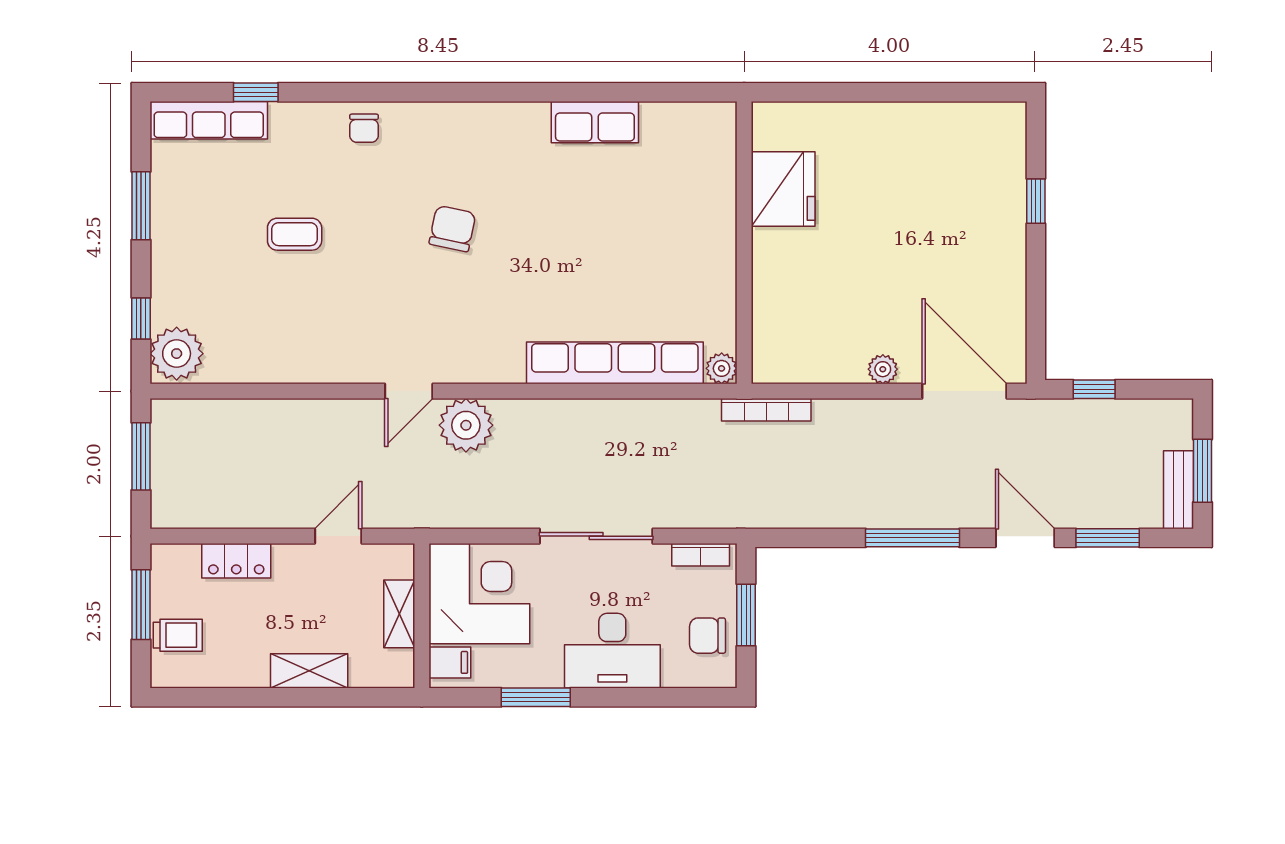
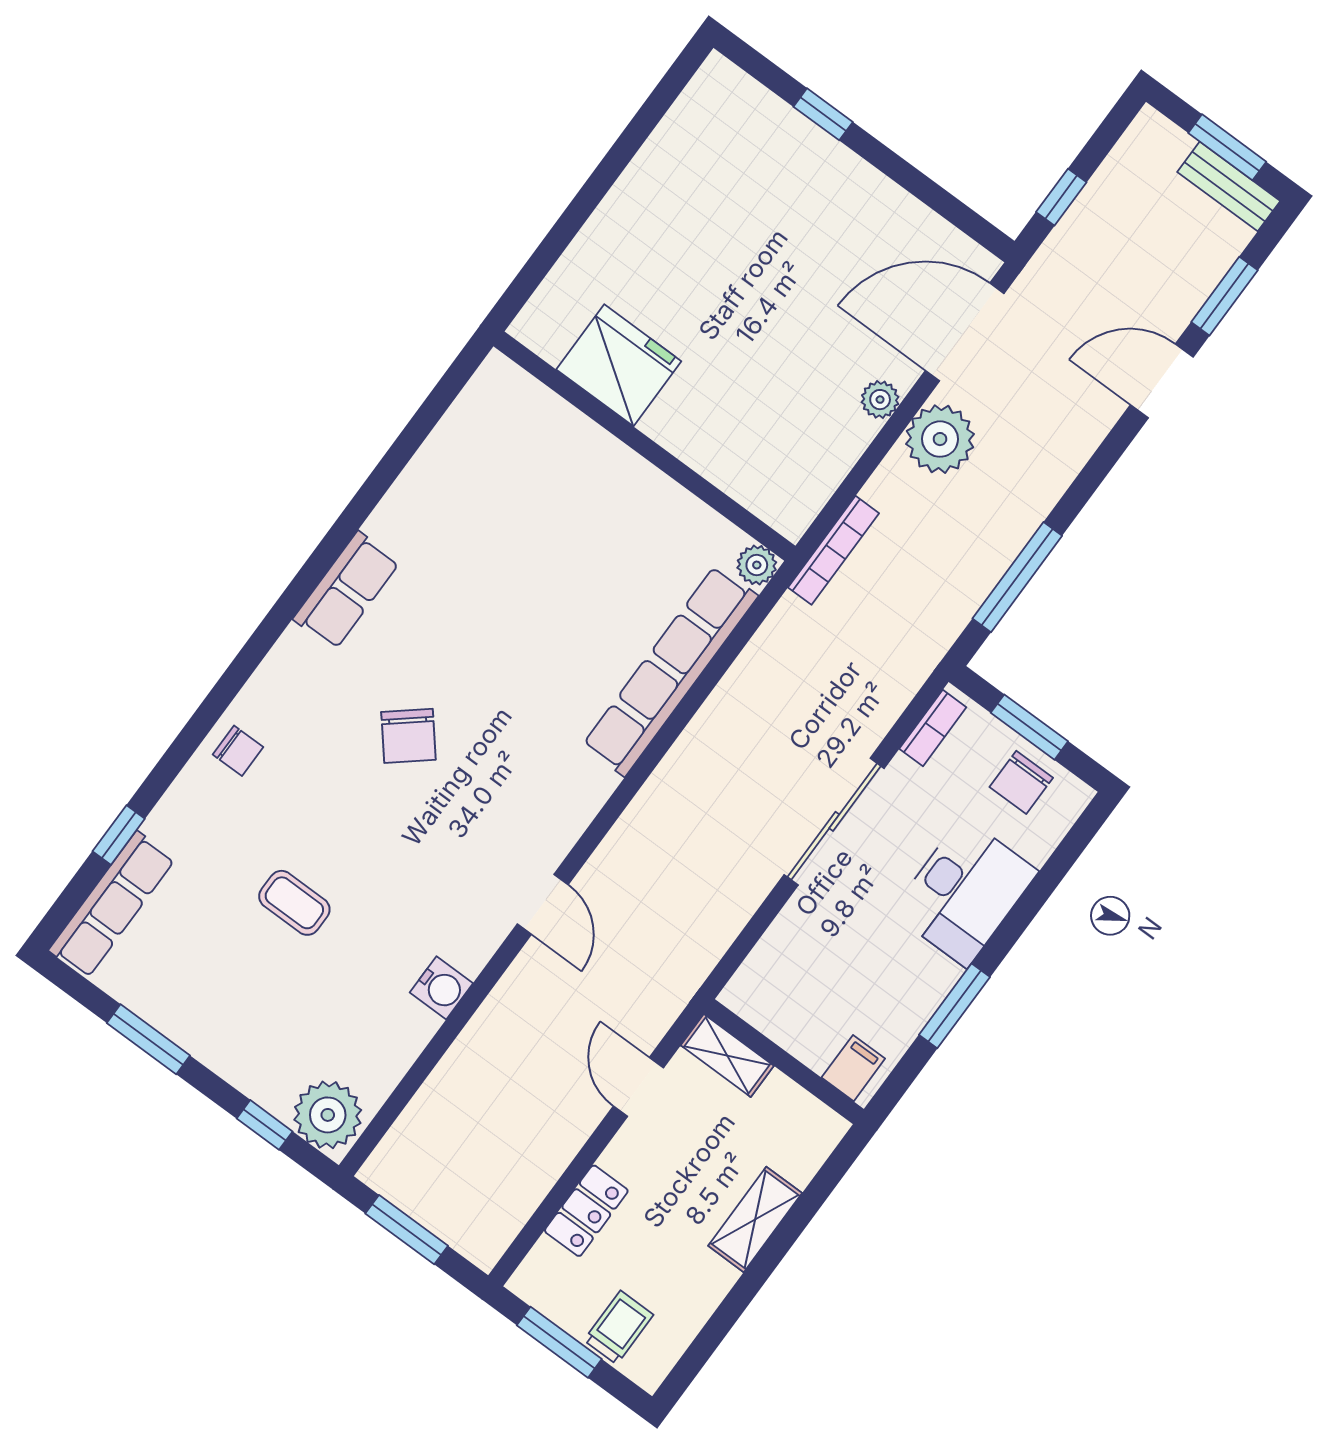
row of seats: (595, 122) -> (346, 590), moved
chair: (452, 229) -> (408, 736), turned -142
coffee table: (295, 234) -> (294, 903), turned 90
water cooler: (309, 366) -> (441, 988), added
plant: (466, 425) -> (940, 439), moved
window: (913, 538) -> (1017, 577), moved
corner desk: (479, 594) -> (805, 985), removed
shelving: (399, 614) -> (727, 1055), moved

